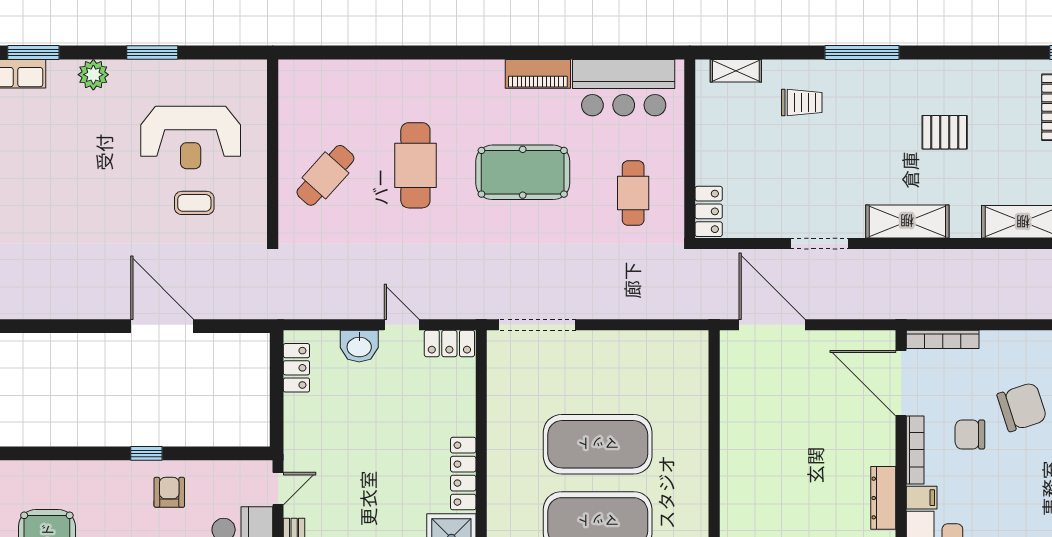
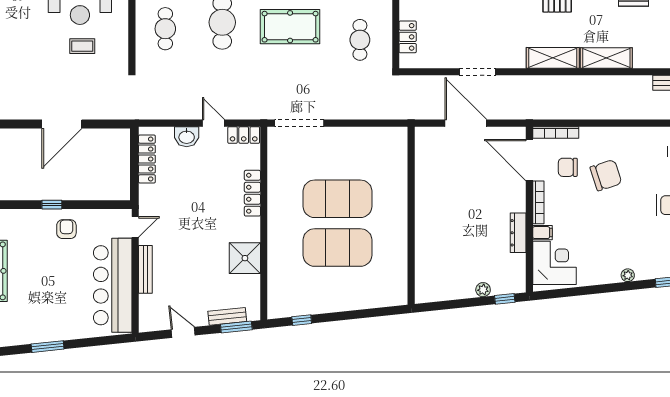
cafe table: (325, 175) -> (165, 29), turned -42
locker: (709, 211) -> (408, 37), moved
shelving: (907, 221) -> (553, 58), moved
door: (772, 325) -> (466, 123), moved
door: (162, 326) -> (62, 124), swing flipped
locker: (296, 368) -> (147, 159), width x1.53
chair: (970, 435) -> (568, 167), moved
locker: (463, 474) -> (252, 193), moved

